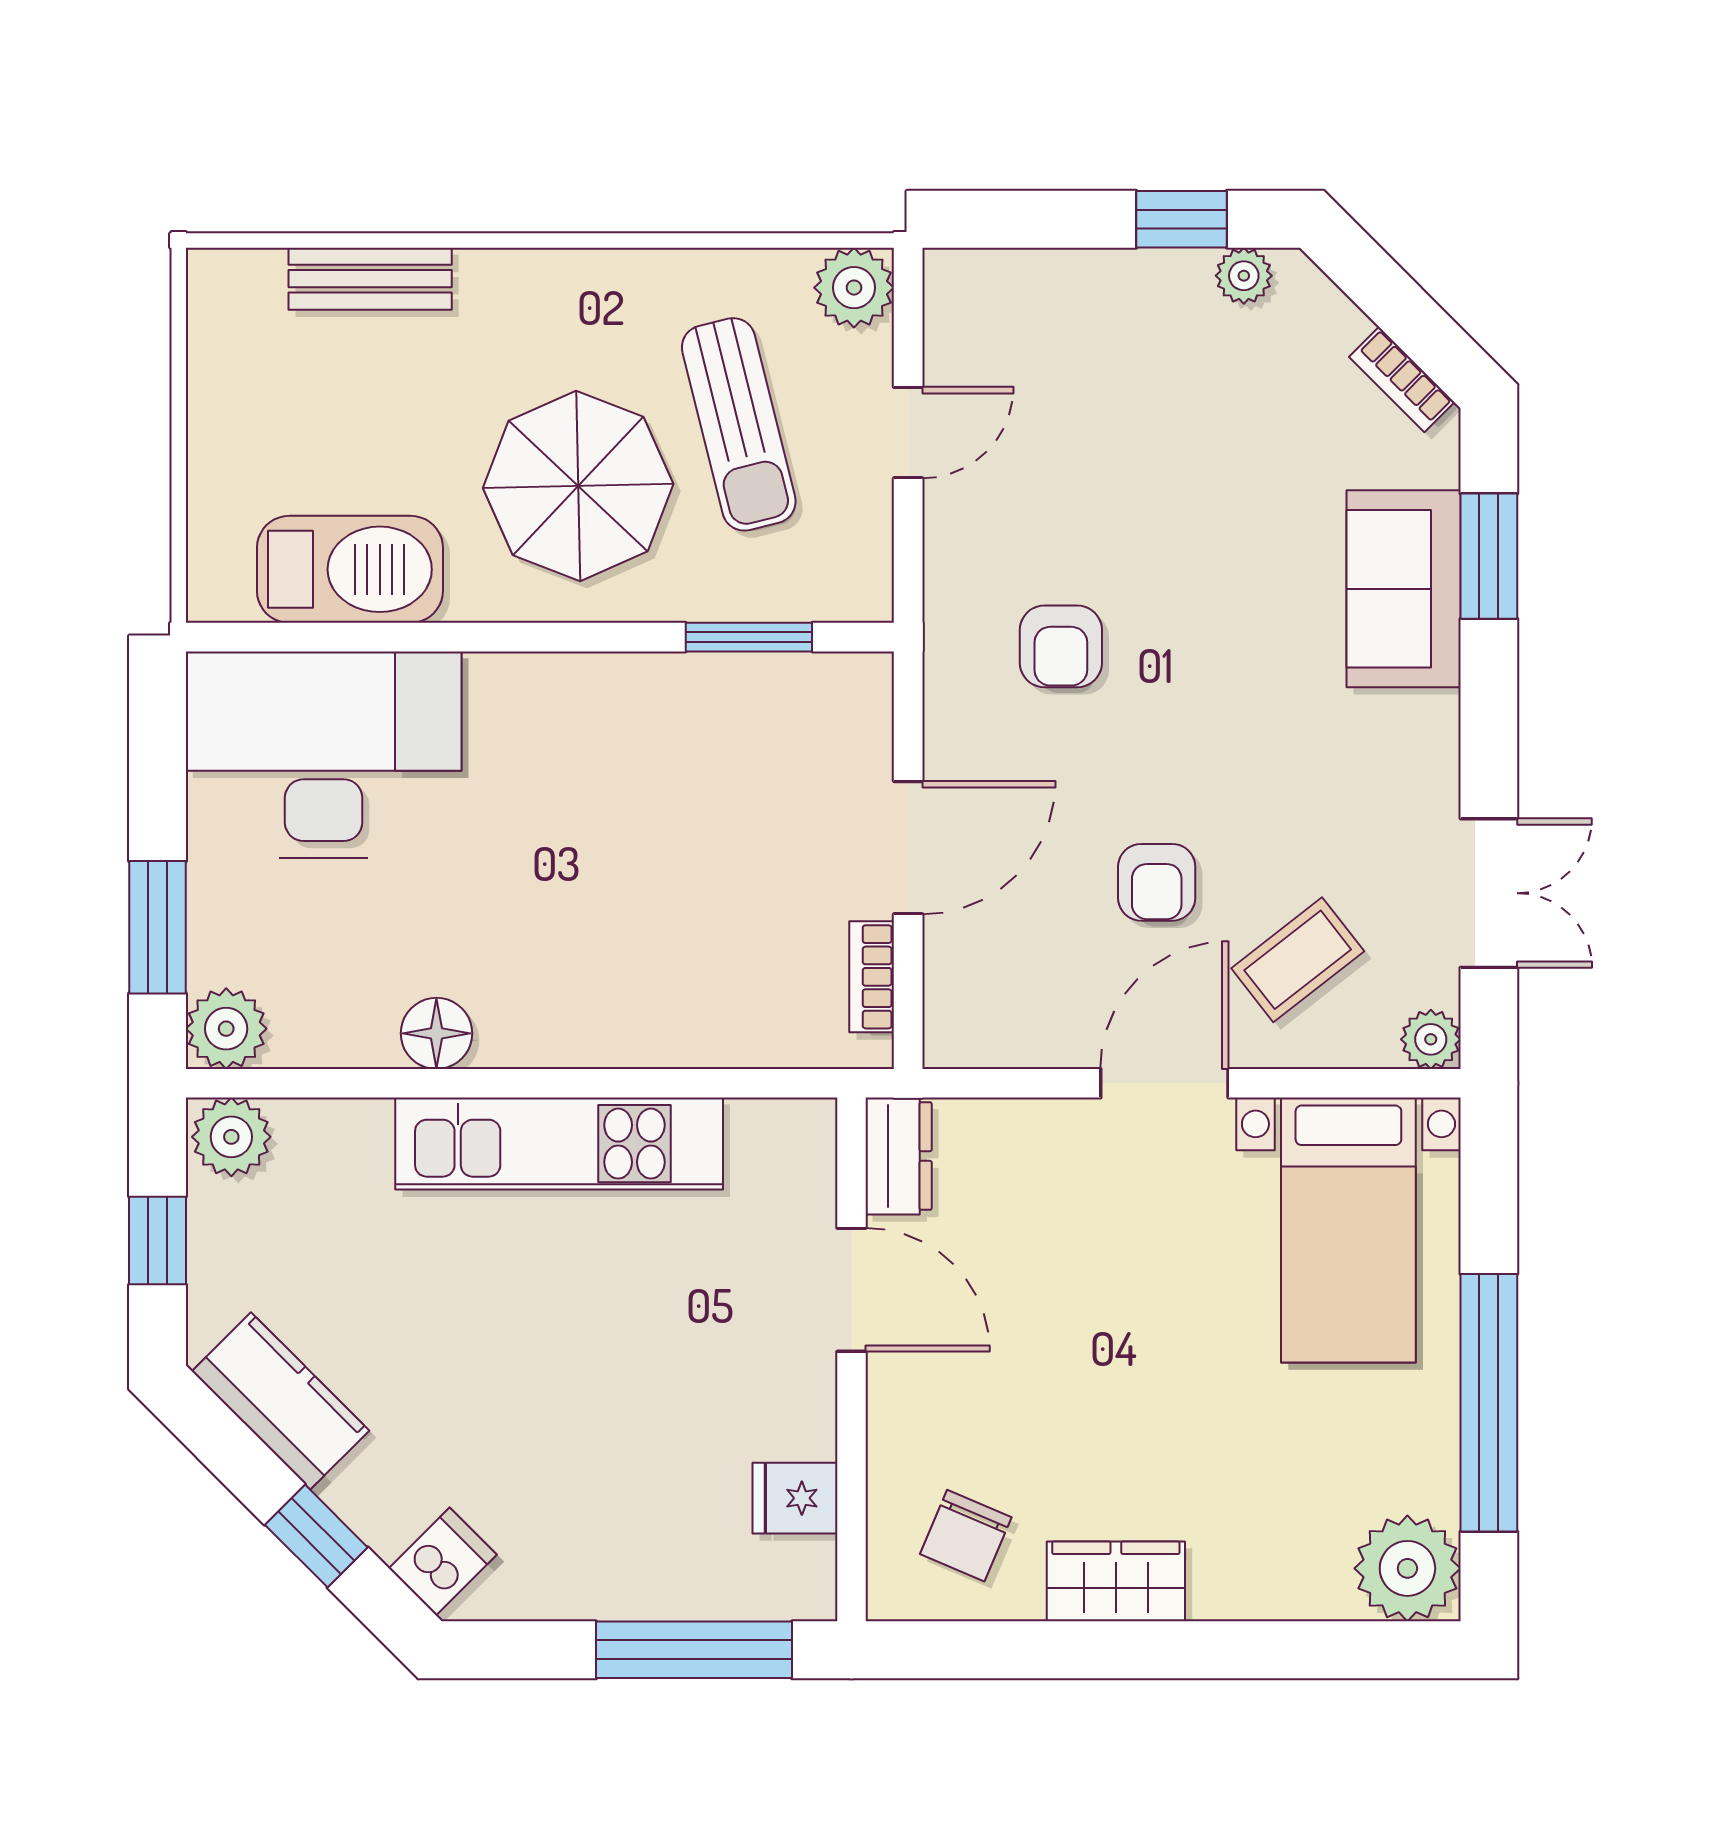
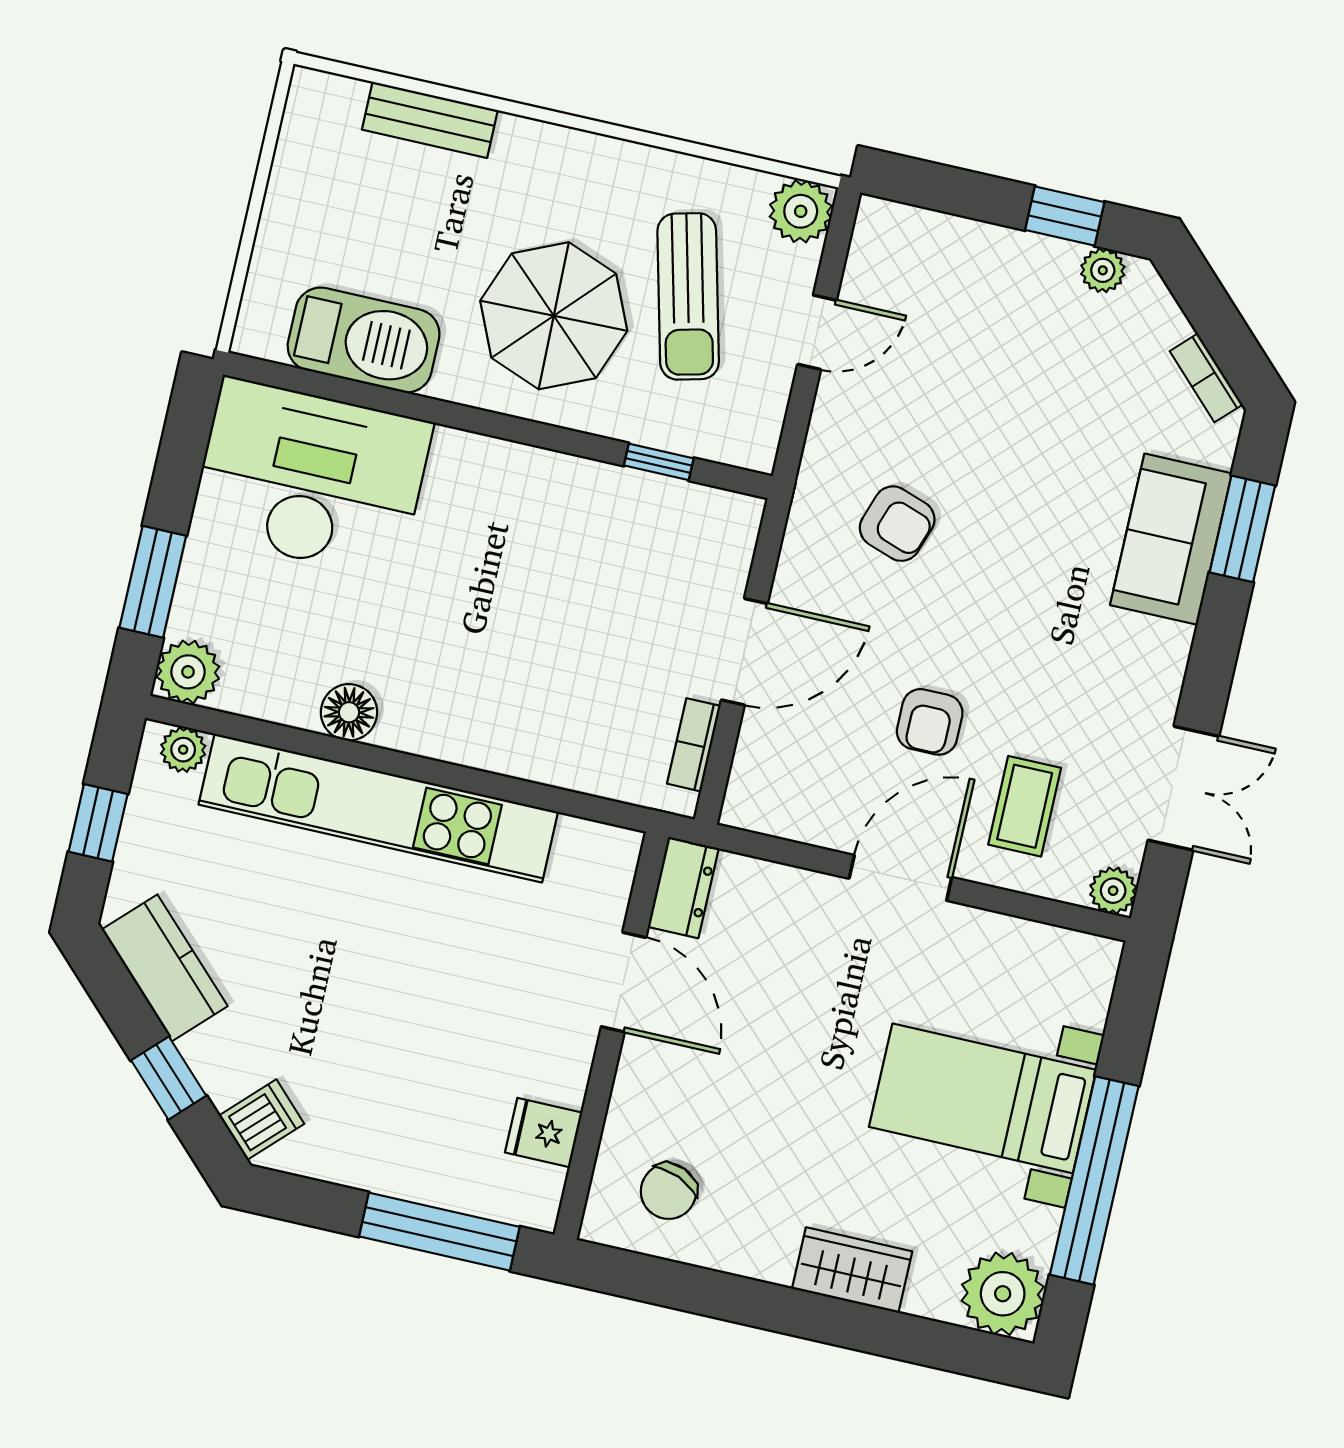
window: (749, 637) -> (659, 462), width x0.67
armchair: (1061, 646) -> (897, 524), turned -71
coffee table: (1298, 960) -> (1025, 806), turned -52
plant: (231, 1137) -> (183, 750), width x0.73, depth x0.73
kitchen unit: (559, 1144) -> (378, 808), width x1.36
bed with nightstands: (1348, 1230) -> (983, 1098), moved, turned 90
wardrobe: (1116, 1581) -> (852, 1270), moved

